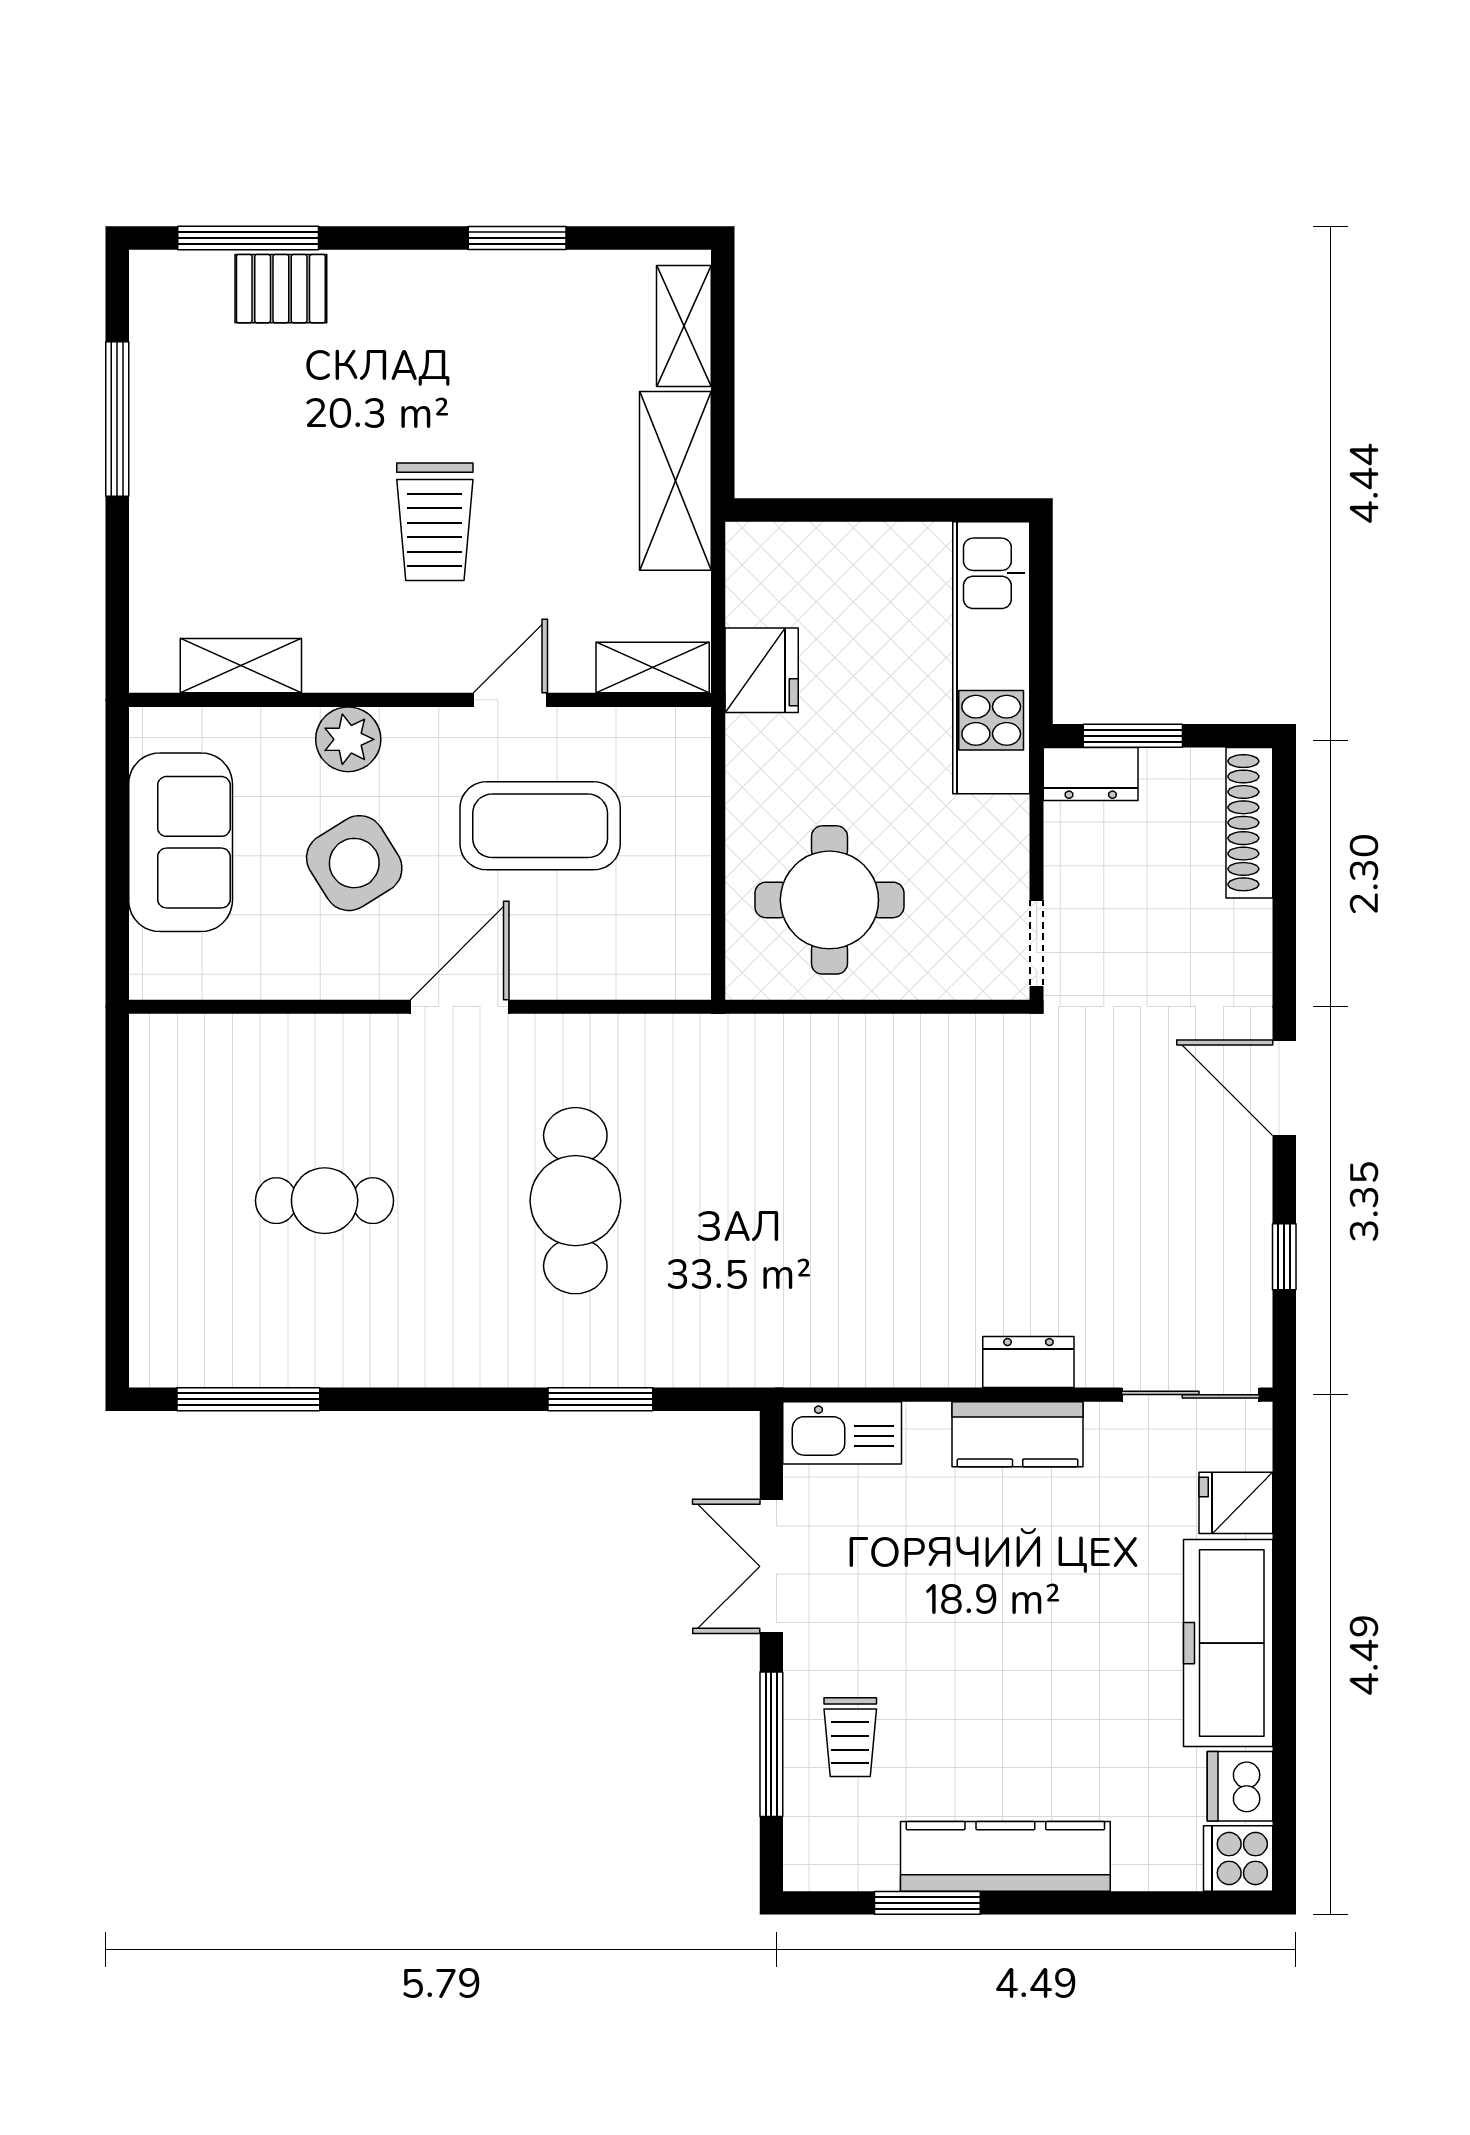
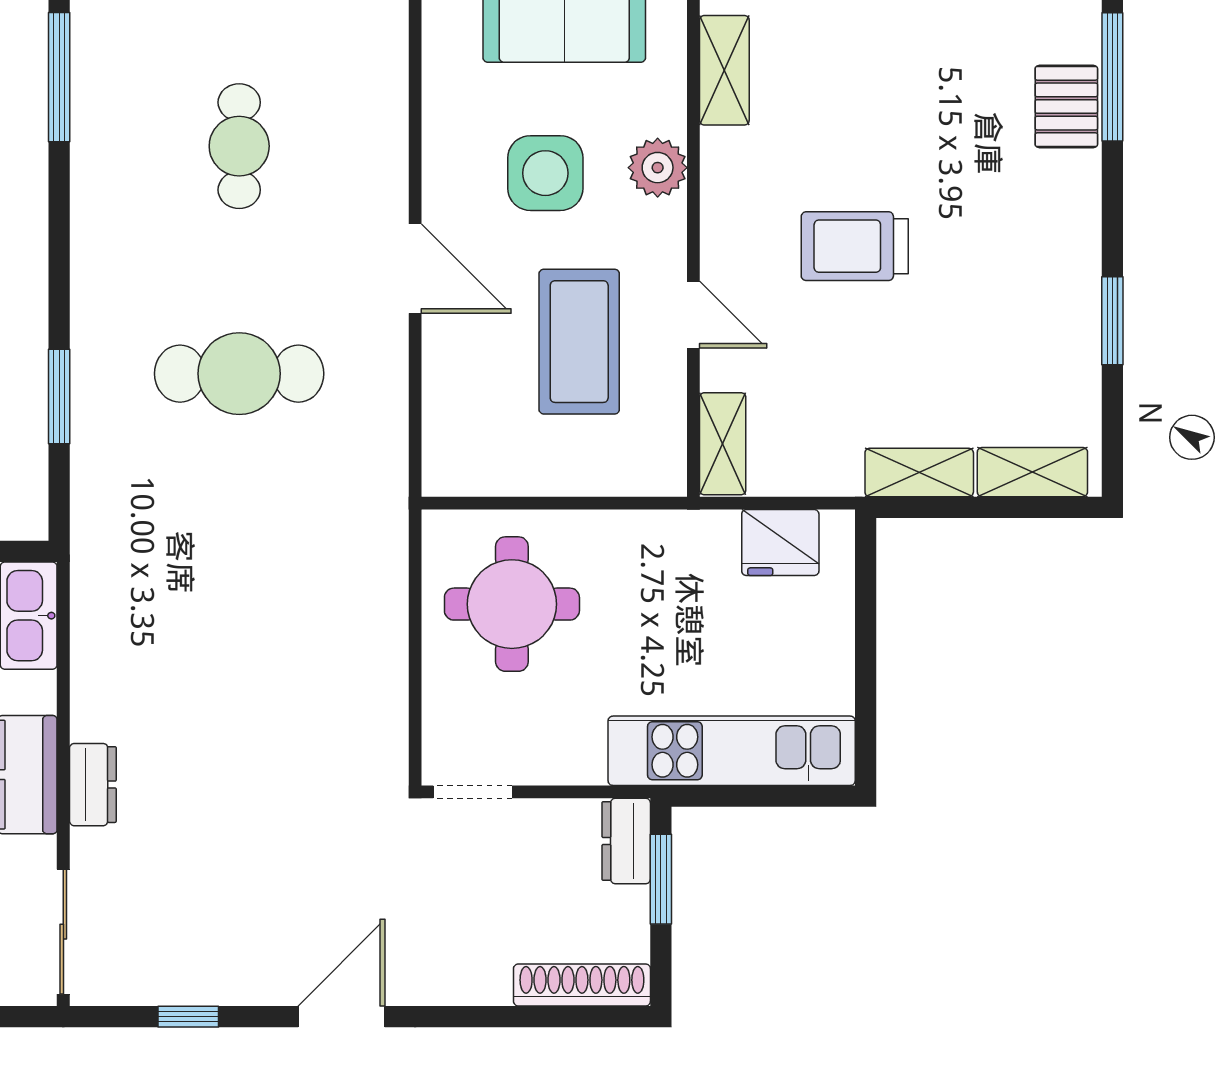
shelving: (675, 481) -> (919, 472), width x0.67, depth x0.75
fridge: (762, 670) -> (780, 543), moved
side table: (354, 863) -> (545, 173), turned 32

